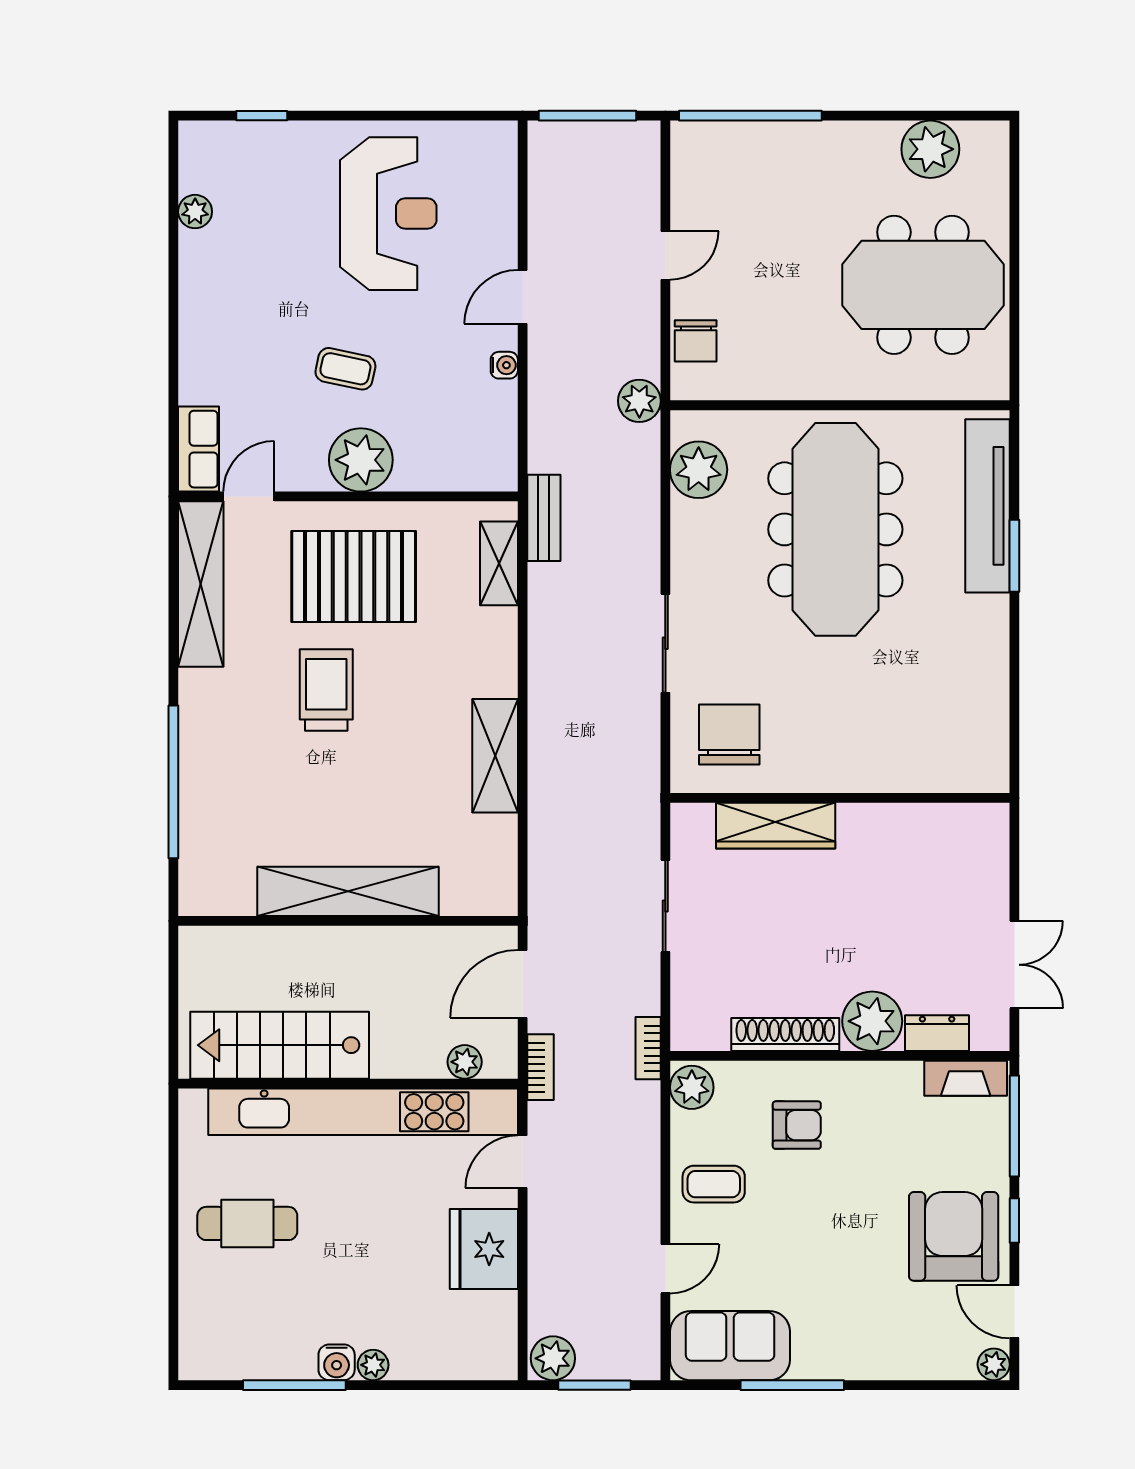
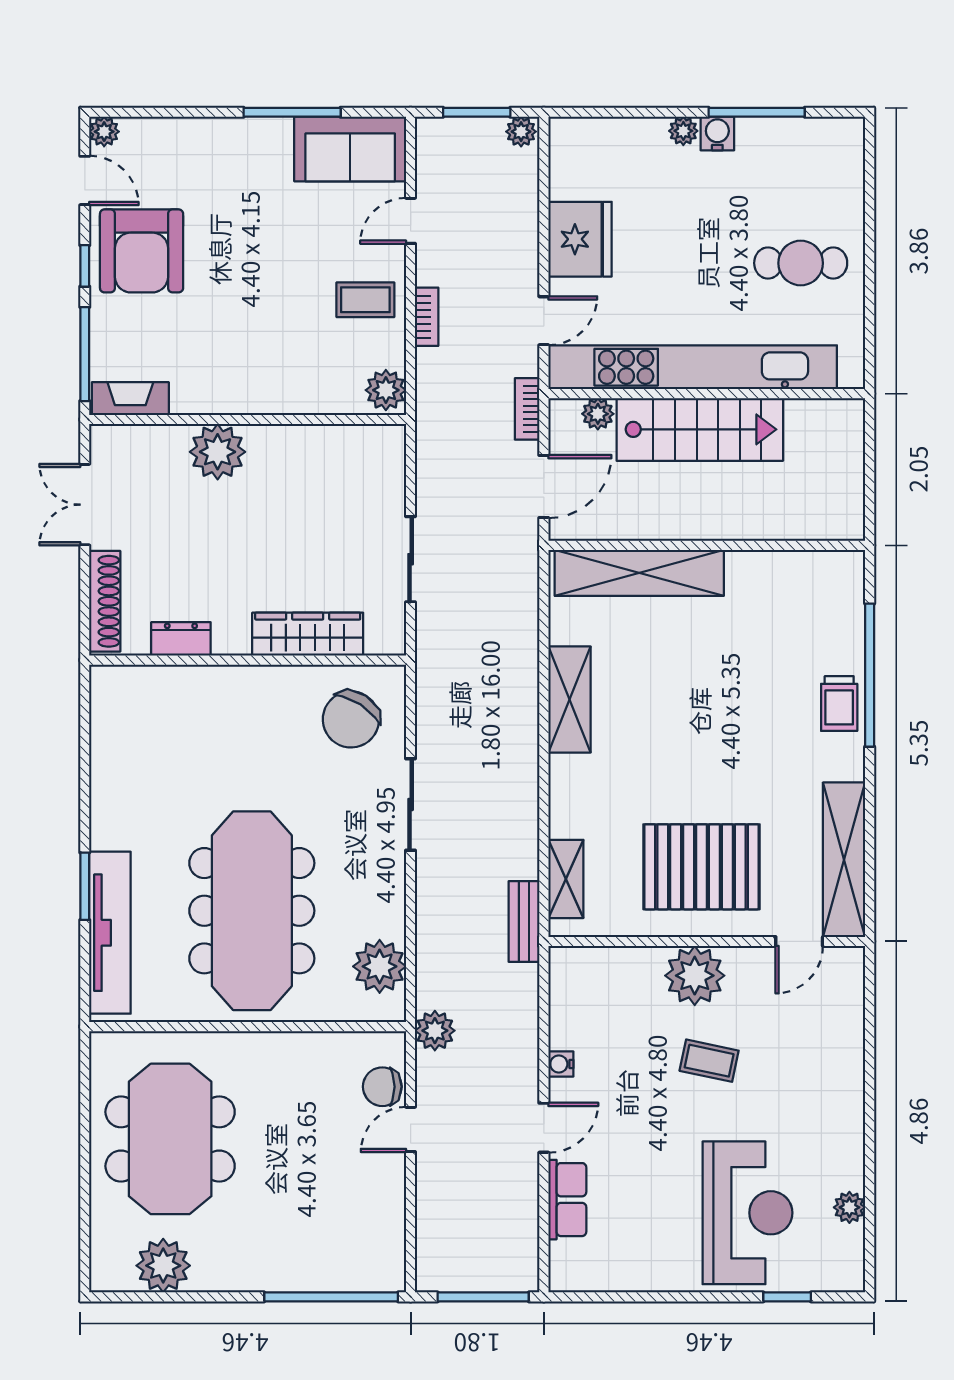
reception desk: (388, 214) -> (747, 1213), moved, turned 180
door: (665, 255) -> (411, 1129), moved
meeting table: (923, 285) -> (170, 1139), turned 90
chair: (696, 341) -> (382, 1087), turned -90
row of seats: (199, 449) -> (567, 1200), moved, turned 180
trolley: (326, 690) -> (839, 704), moved, width x0.73, depth x0.72
chair: (729, 734) -> (351, 719), turned 33
shelving: (348, 891) -> (639, 573), moved
dresser: (937, 1033) -> (181, 639), moved, turned 180
shoe rack: (785, 1034) -> (105, 601), moved, turned -90
stairs: (280, 1045) -> (700, 429), moved
bookcase: (648, 1048) -> (427, 317), moved
armchair: (797, 1125) -> (288, 355), removed
plant: (553, 1358) -> (521, 132), width x0.73, depth x0.73

